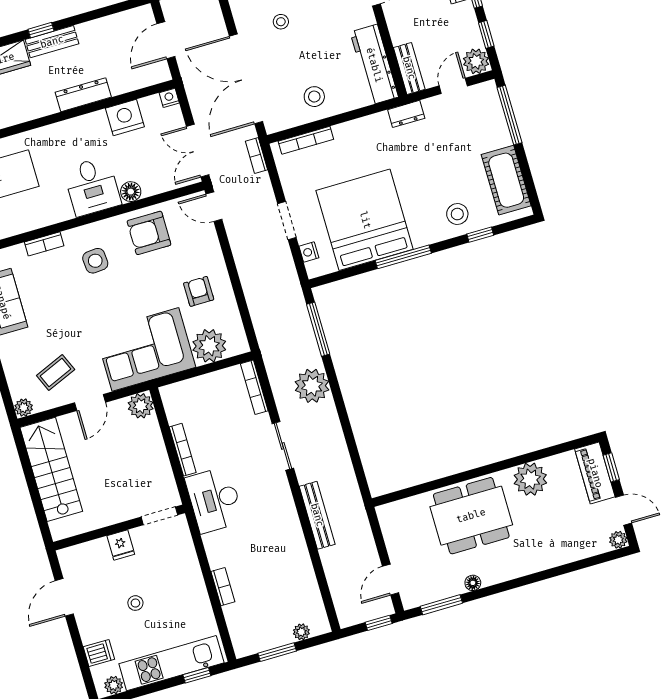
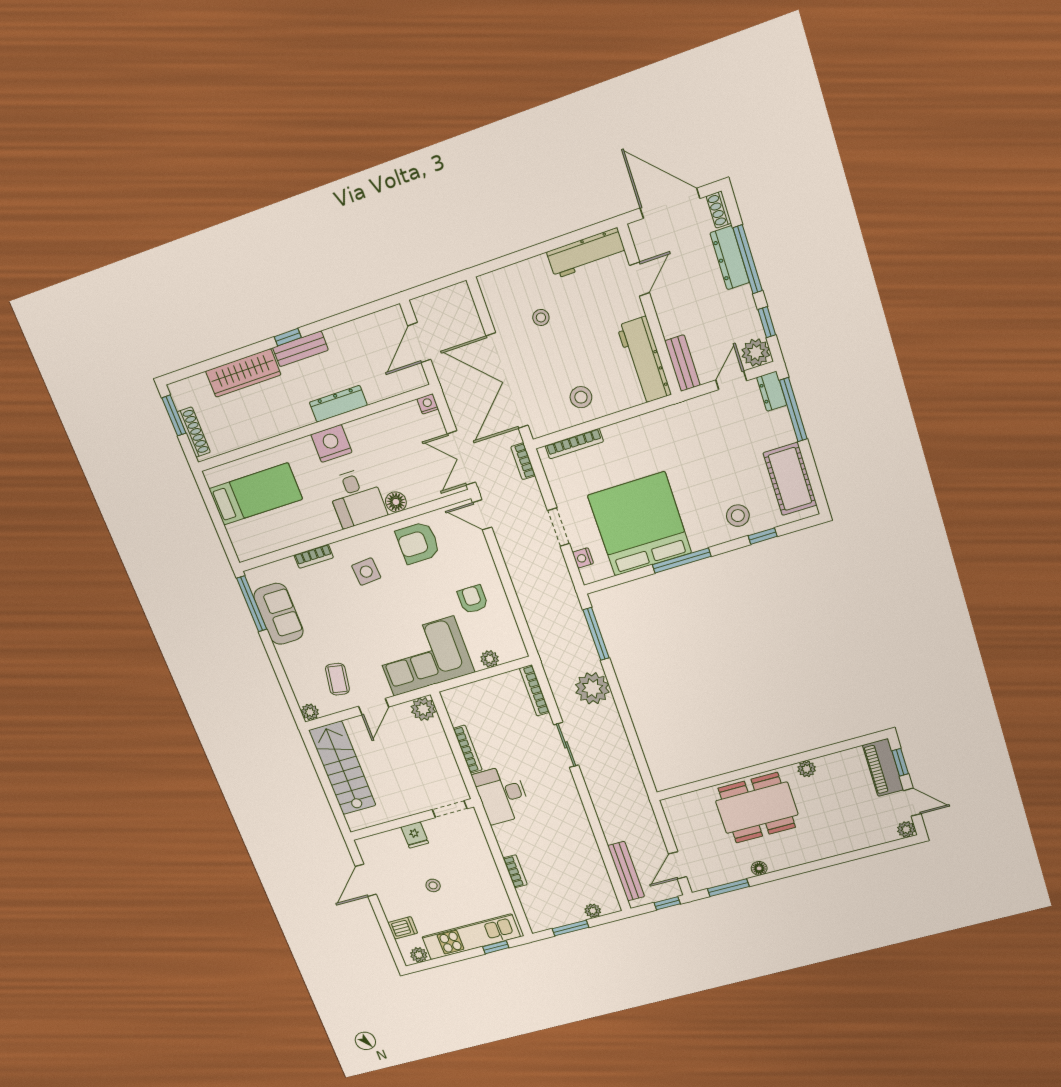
dresser: (406, 114) -> (772, 391), moved, turned 90
nightstand: (125, 117) -> (331, 443), moved
plant: (209, 346) -> (490, 659), width x0.53, depth x0.53
coffee table: (56, 372) -> (337, 679), turned -57
plant: (530, 479) -> (807, 769), width x0.53, depth x0.53
bench: (317, 515) -> (626, 871), moved

